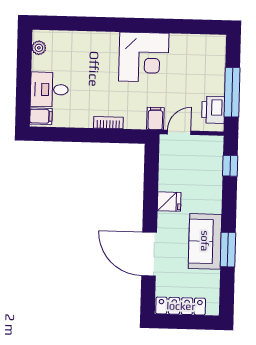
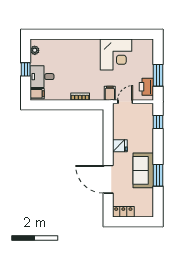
corner desk: (144, 57) -> (116, 54), moved
window: (24, 78) -> (26, 69), added
window: (232, 92) -> (158, 75), width x0.69
locker: (181, 306) -> (123, 212), width x0.66

